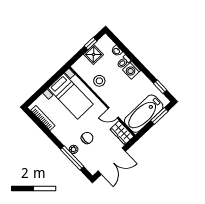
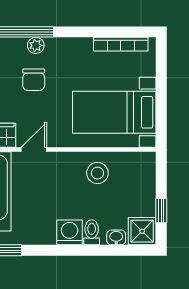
shower: (93, 55) -> (142, 231), moved

